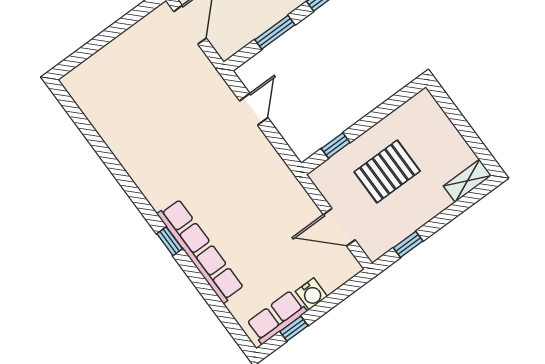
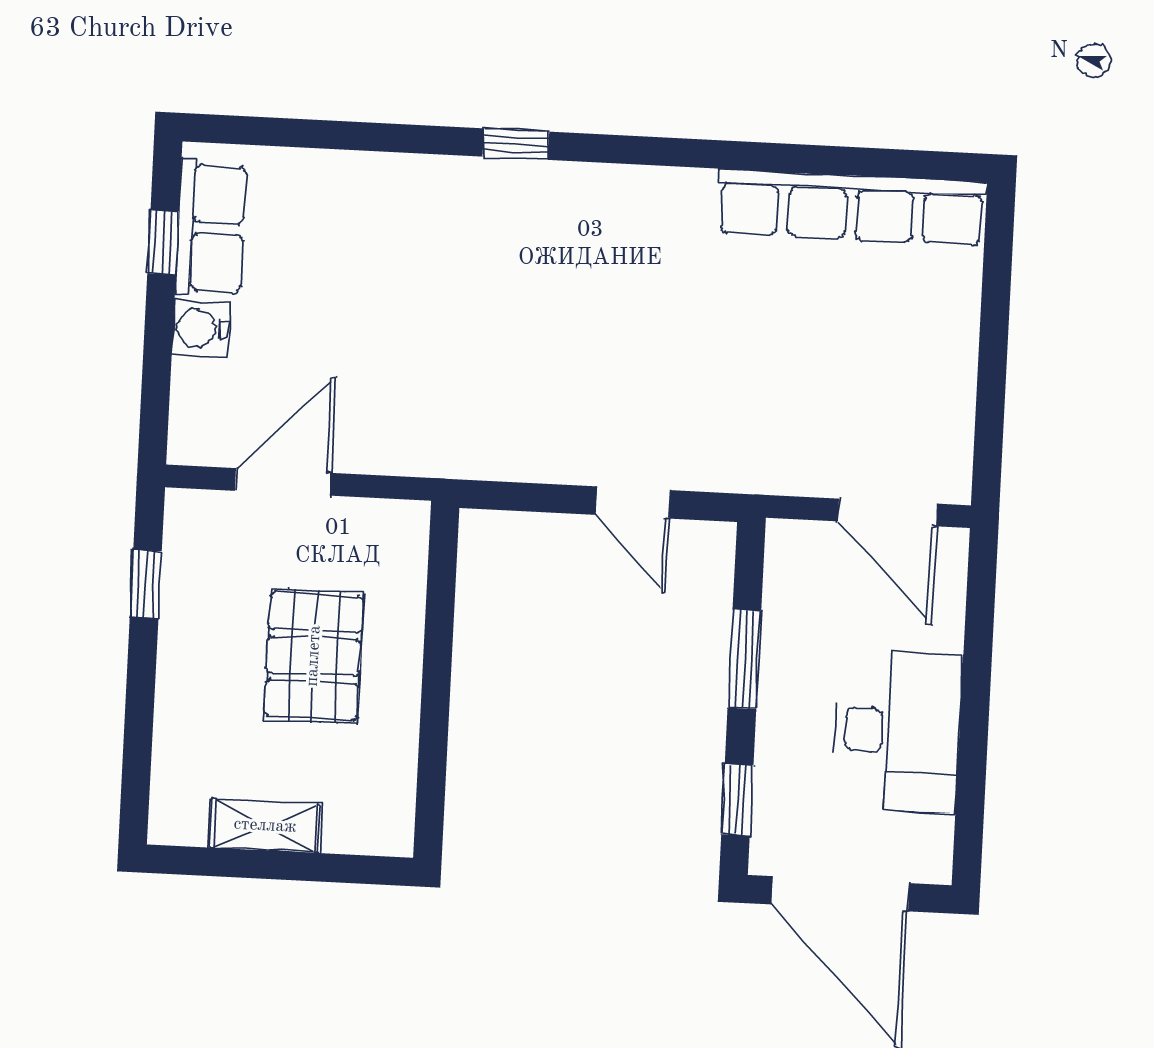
window: (336, 146) -> (441, 600), removed
shelving: (467, 181) -> (265, 826), moved, turned 90
row of seats: (201, 251) -> (851, 207), moved

